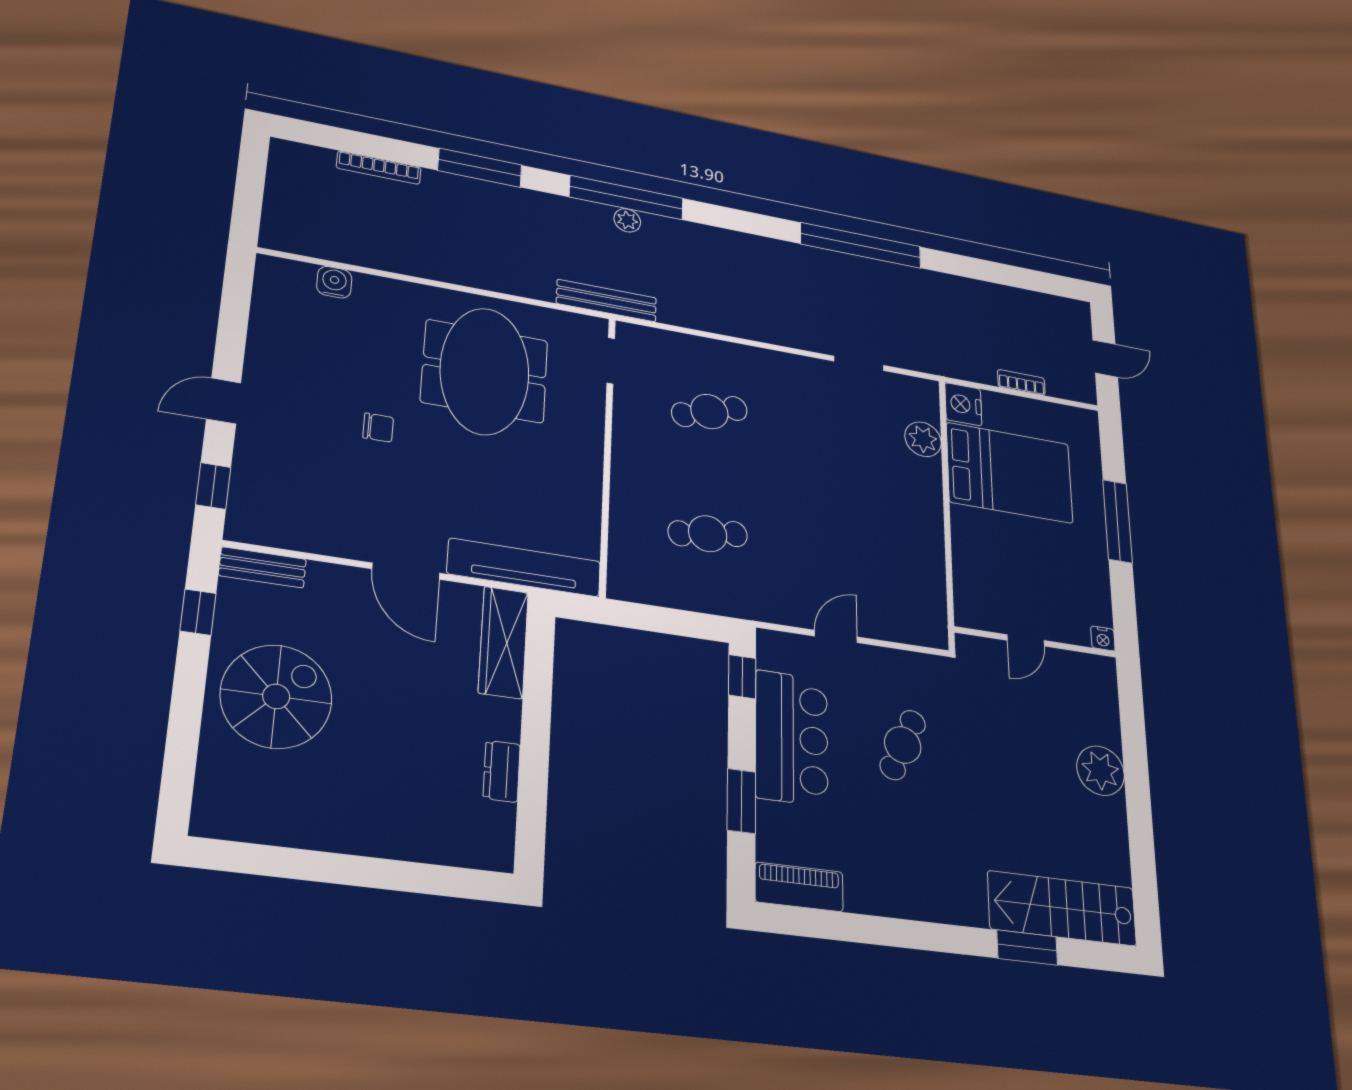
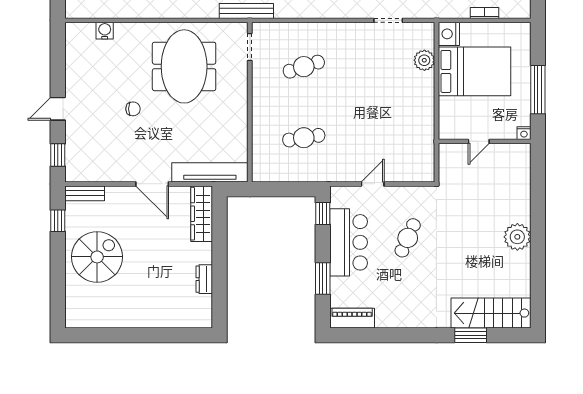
nightstand: (1103, 638) -> (524, 133), moved
door: (1026, 640) -> (479, 141), moved
wall: (1036, 642) -> (485, 141), moved

